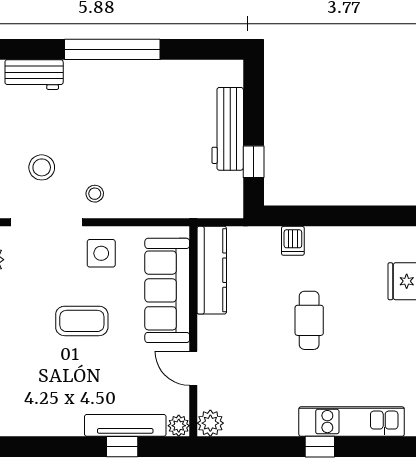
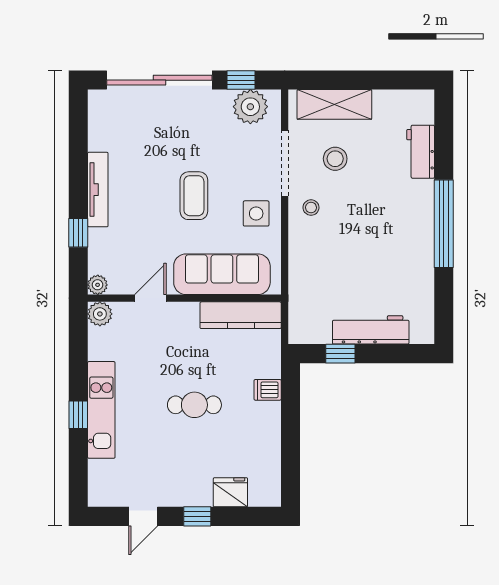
kitchen unit: (352, 422) -> (101, 410), moved
tv unit: (125, 425) -> (98, 190), moved

